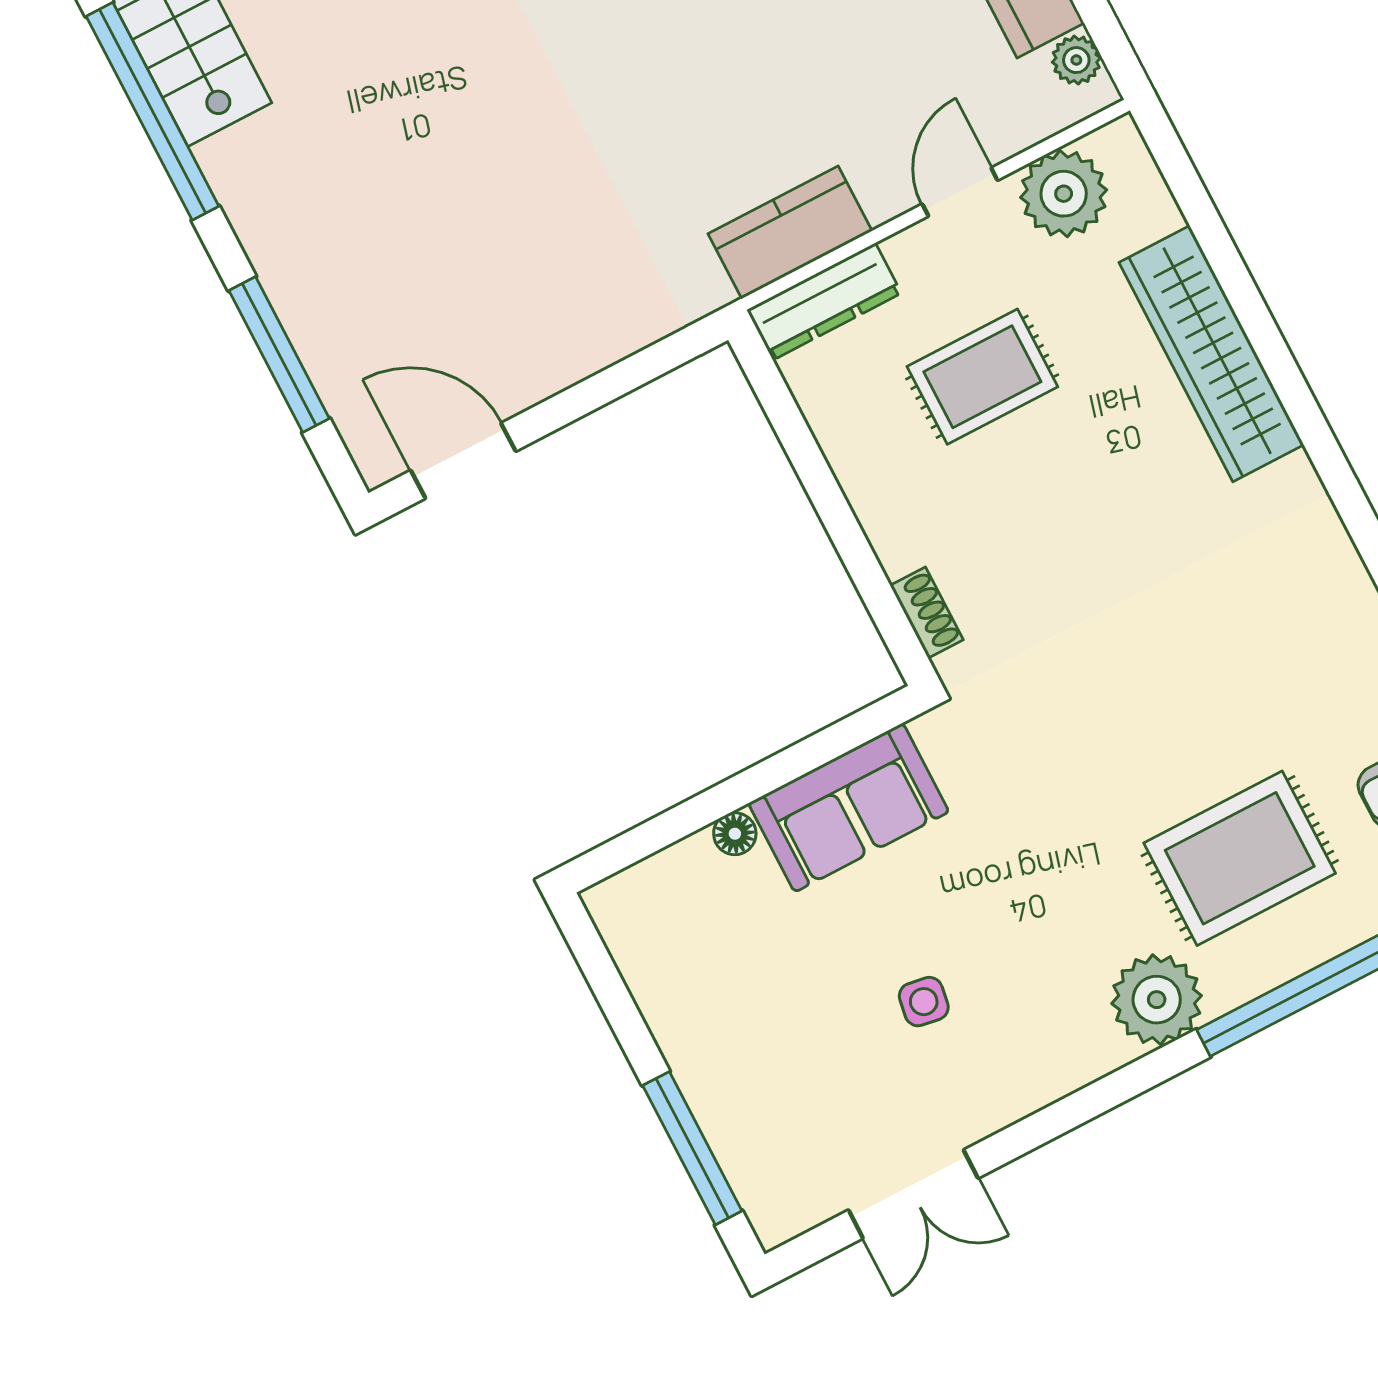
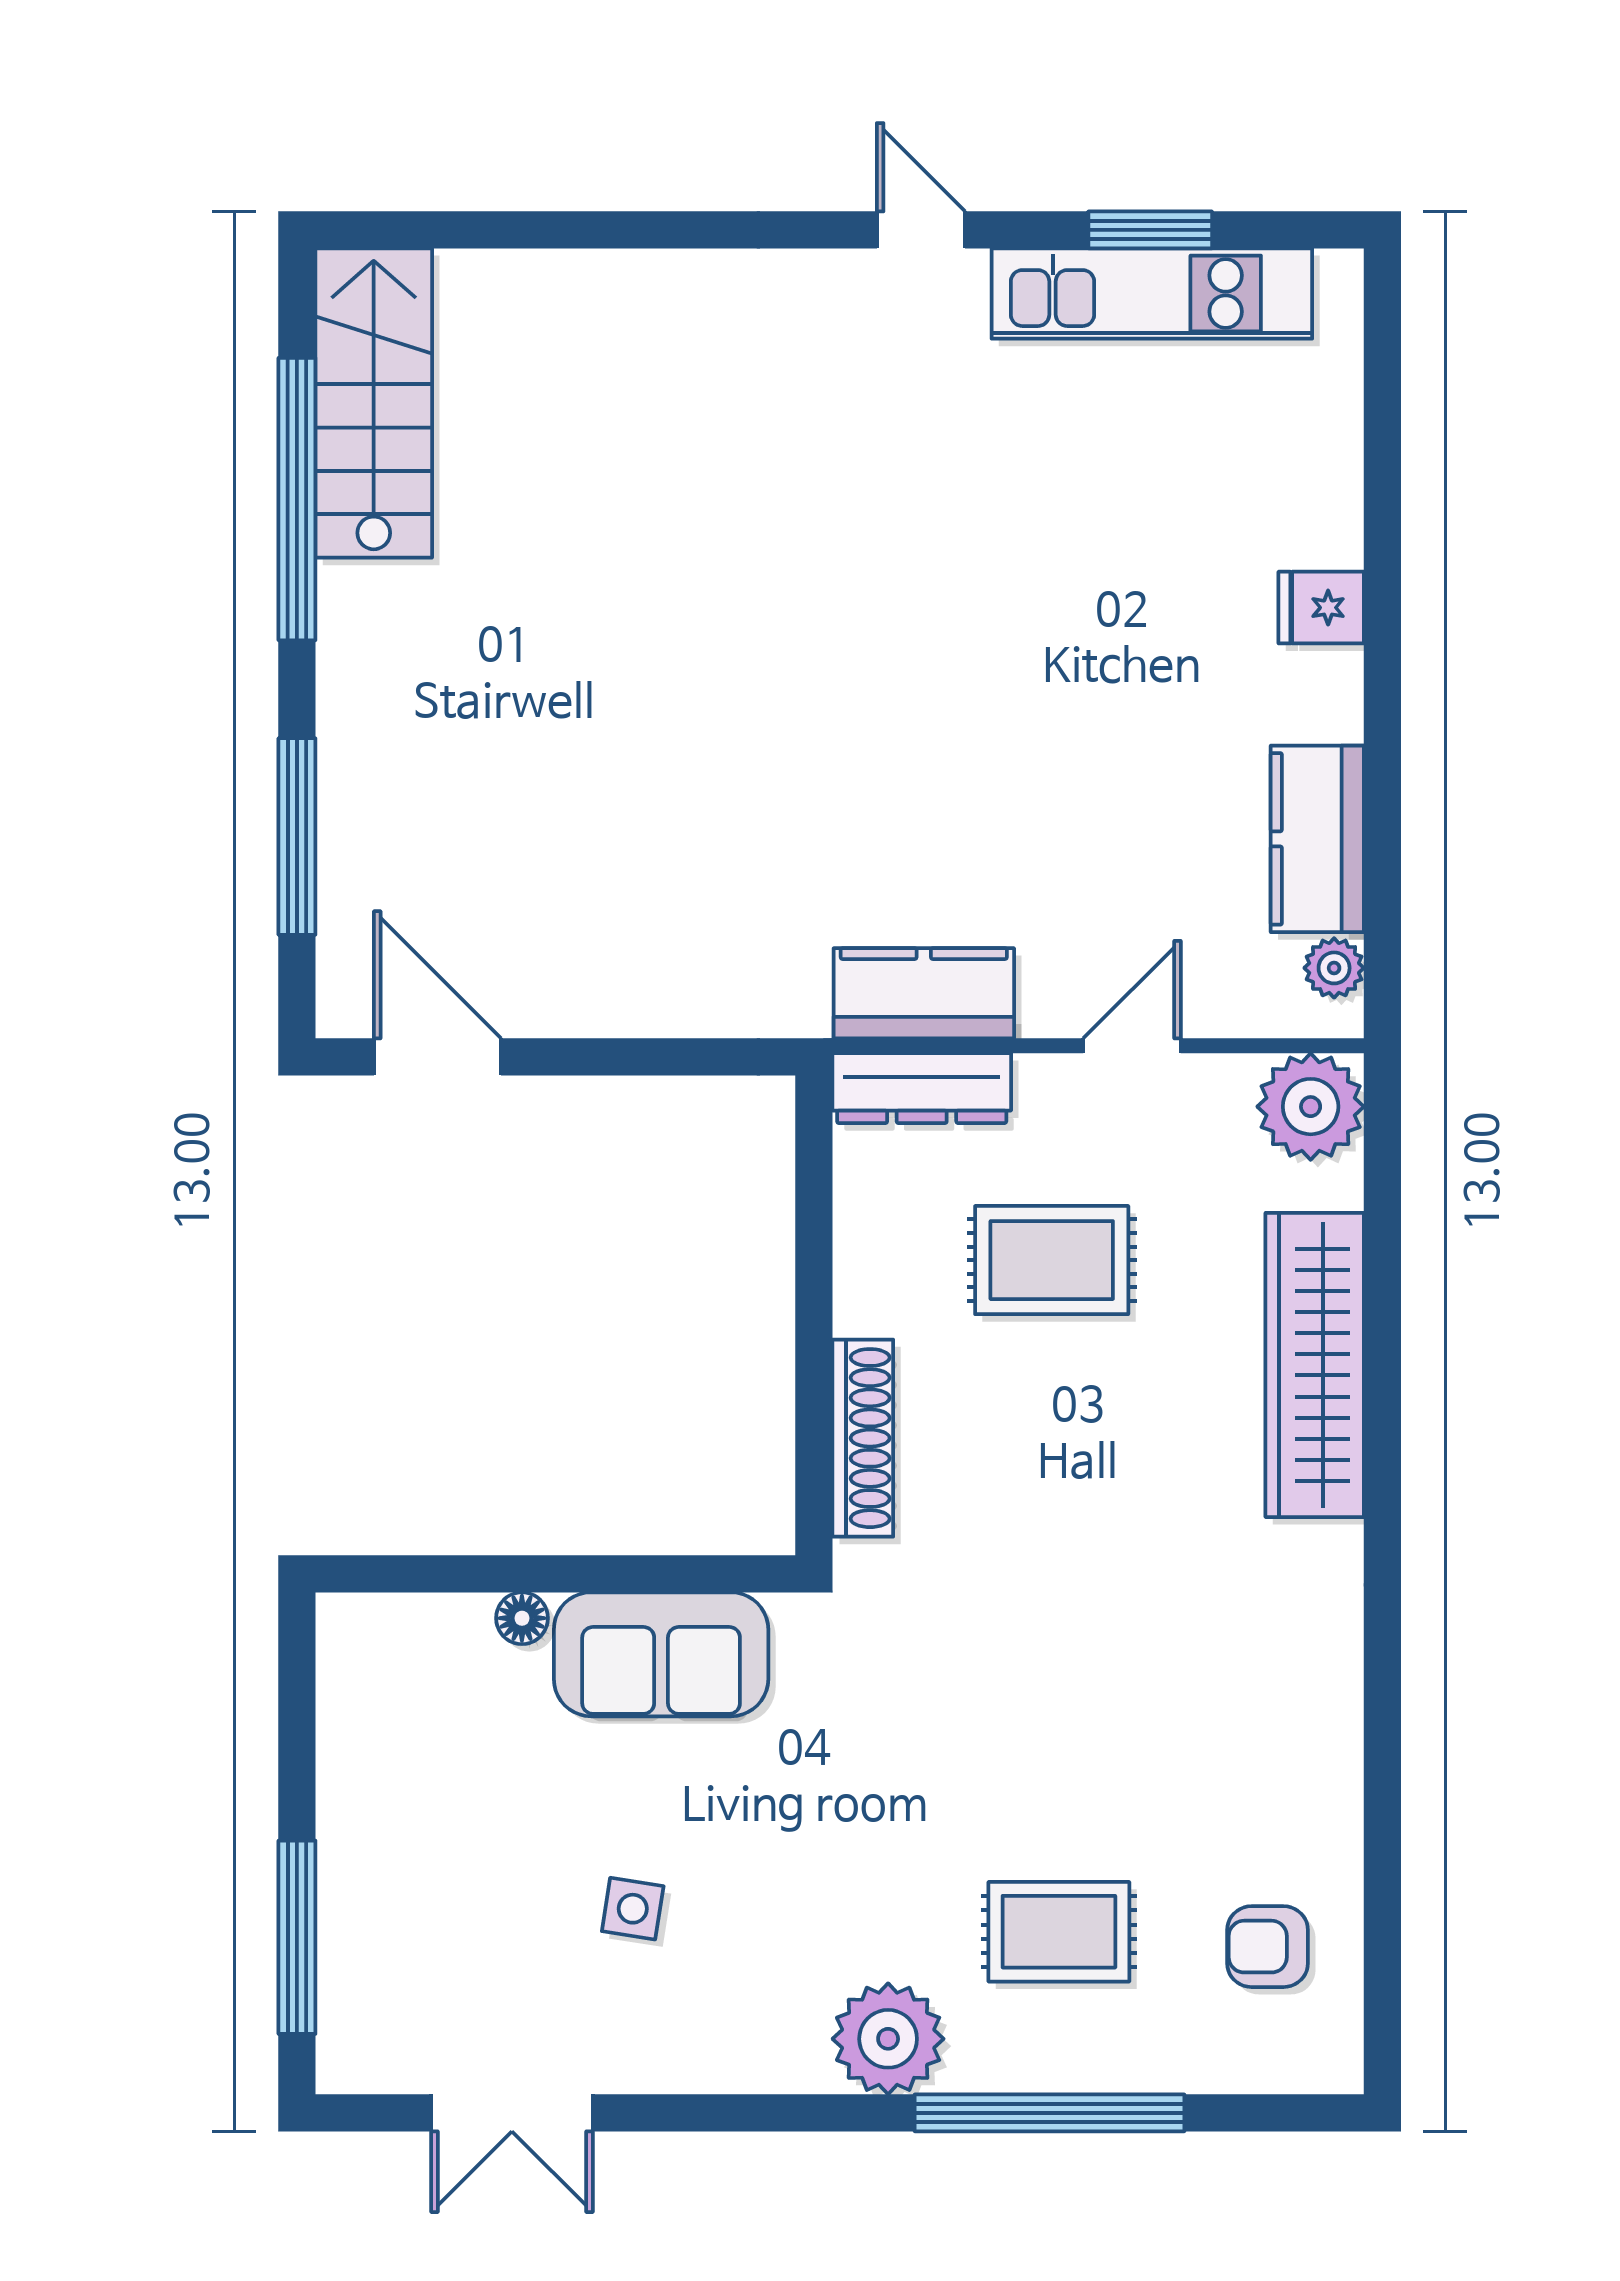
plant: (1064, 194) -> (1311, 1107), moved
shoe rack: (927, 613) -> (863, 1438), width x1.94, depth x1.24
rug: (1240, 858) -> (1059, 1932), width x0.73, depth x0.70

